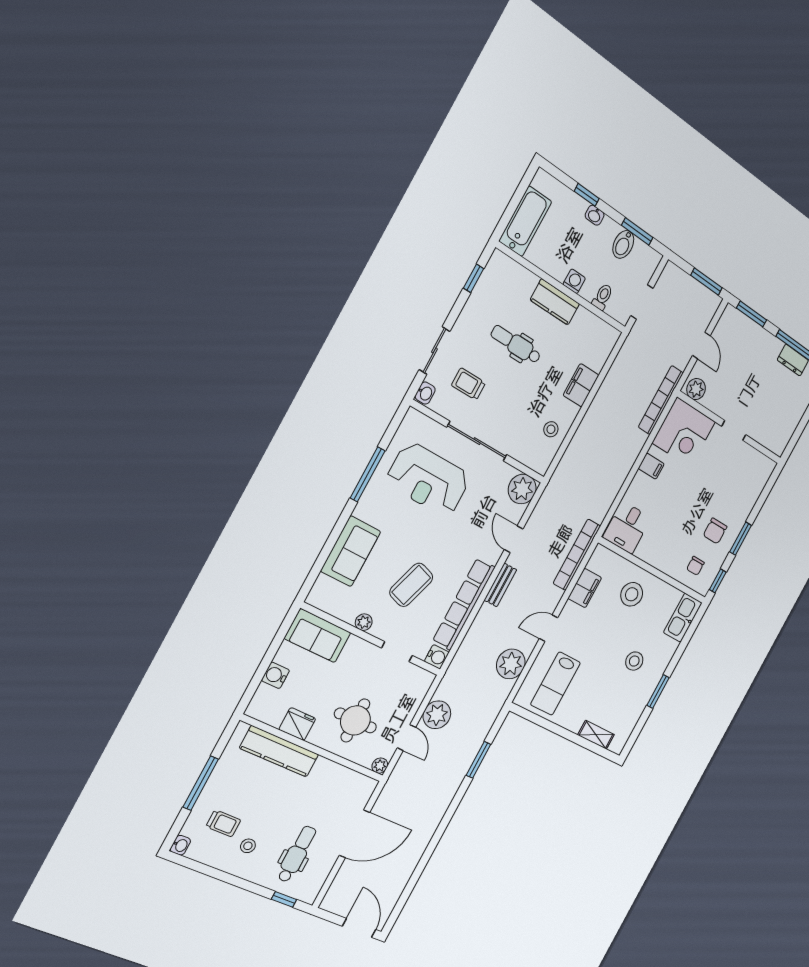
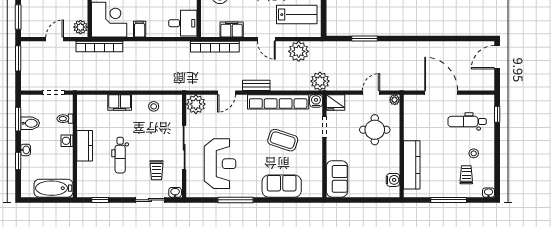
plant: (364, 622) -> (317, 156), removed
water cooler: (275, 675) -> (393, 180), moved, turned -90
plant: (437, 715) -> (320, 81), moved
fridge: (297, 724) -> (336, 103), moved, turned -90

